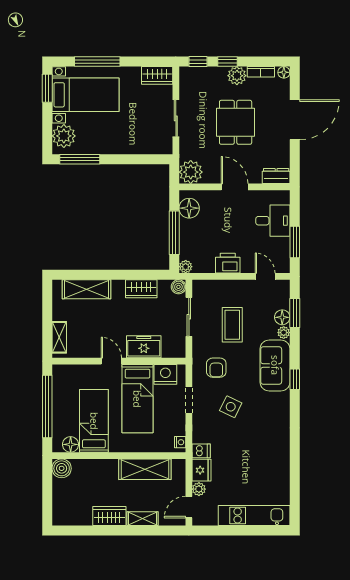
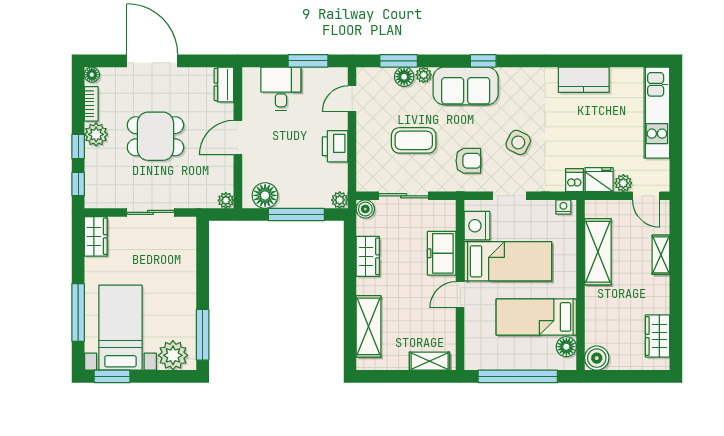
plant: (191, 172) -> (226, 200), width x0.53, depth x0.53
kitchen counter: (280, 458) -> (584, 80), added
wardrobe: (109, 516) -> (658, 336), moved

